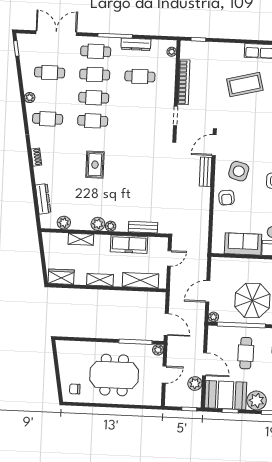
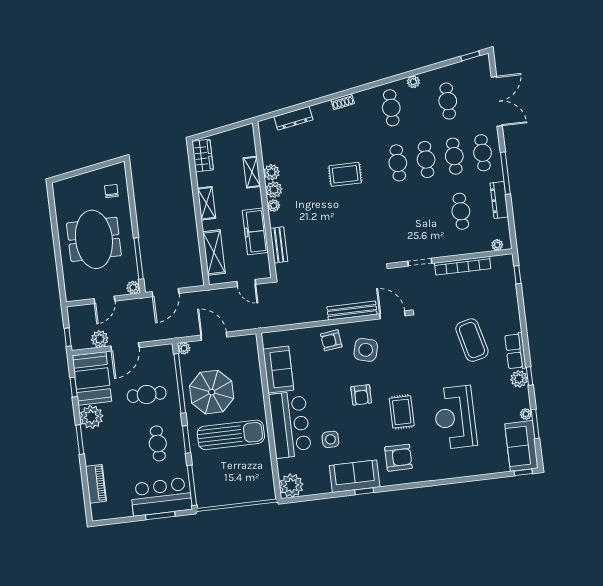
bench: (206, 172) -> (352, 311), width x1.36
plant: (64, 223) -> (272, 172), moved
door: (164, 375) -> (104, 300), hinge flipped
chair: (75, 389) -> (111, 191), moved

